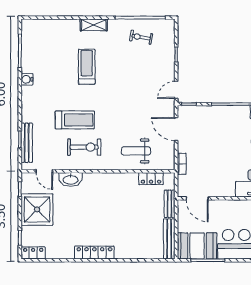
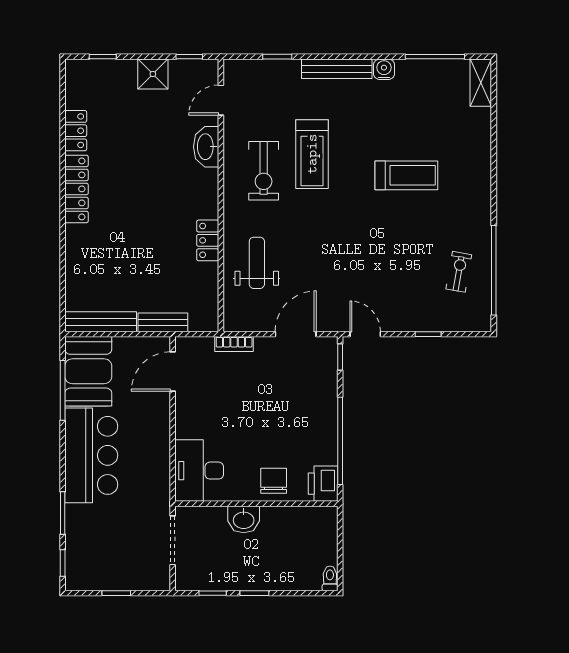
shelving: (94, 25) -> (481, 83), moved
bench: (27, 143) -> (337, 69), moved
locker: (151, 179) -> (208, 240), moved
shower: (37, 209) -> (153, 74), width x0.54, depth x0.54
locker: (33, 253) -> (76, 131), moved

